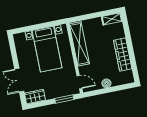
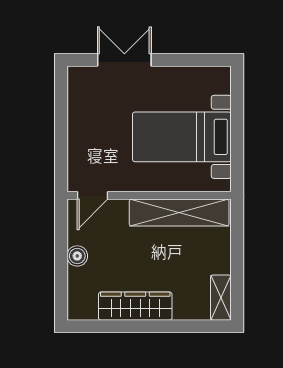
wardrobe: (35, 97) -> (80, 88), removed
window: (64, 99) -> (61, 153), removed

